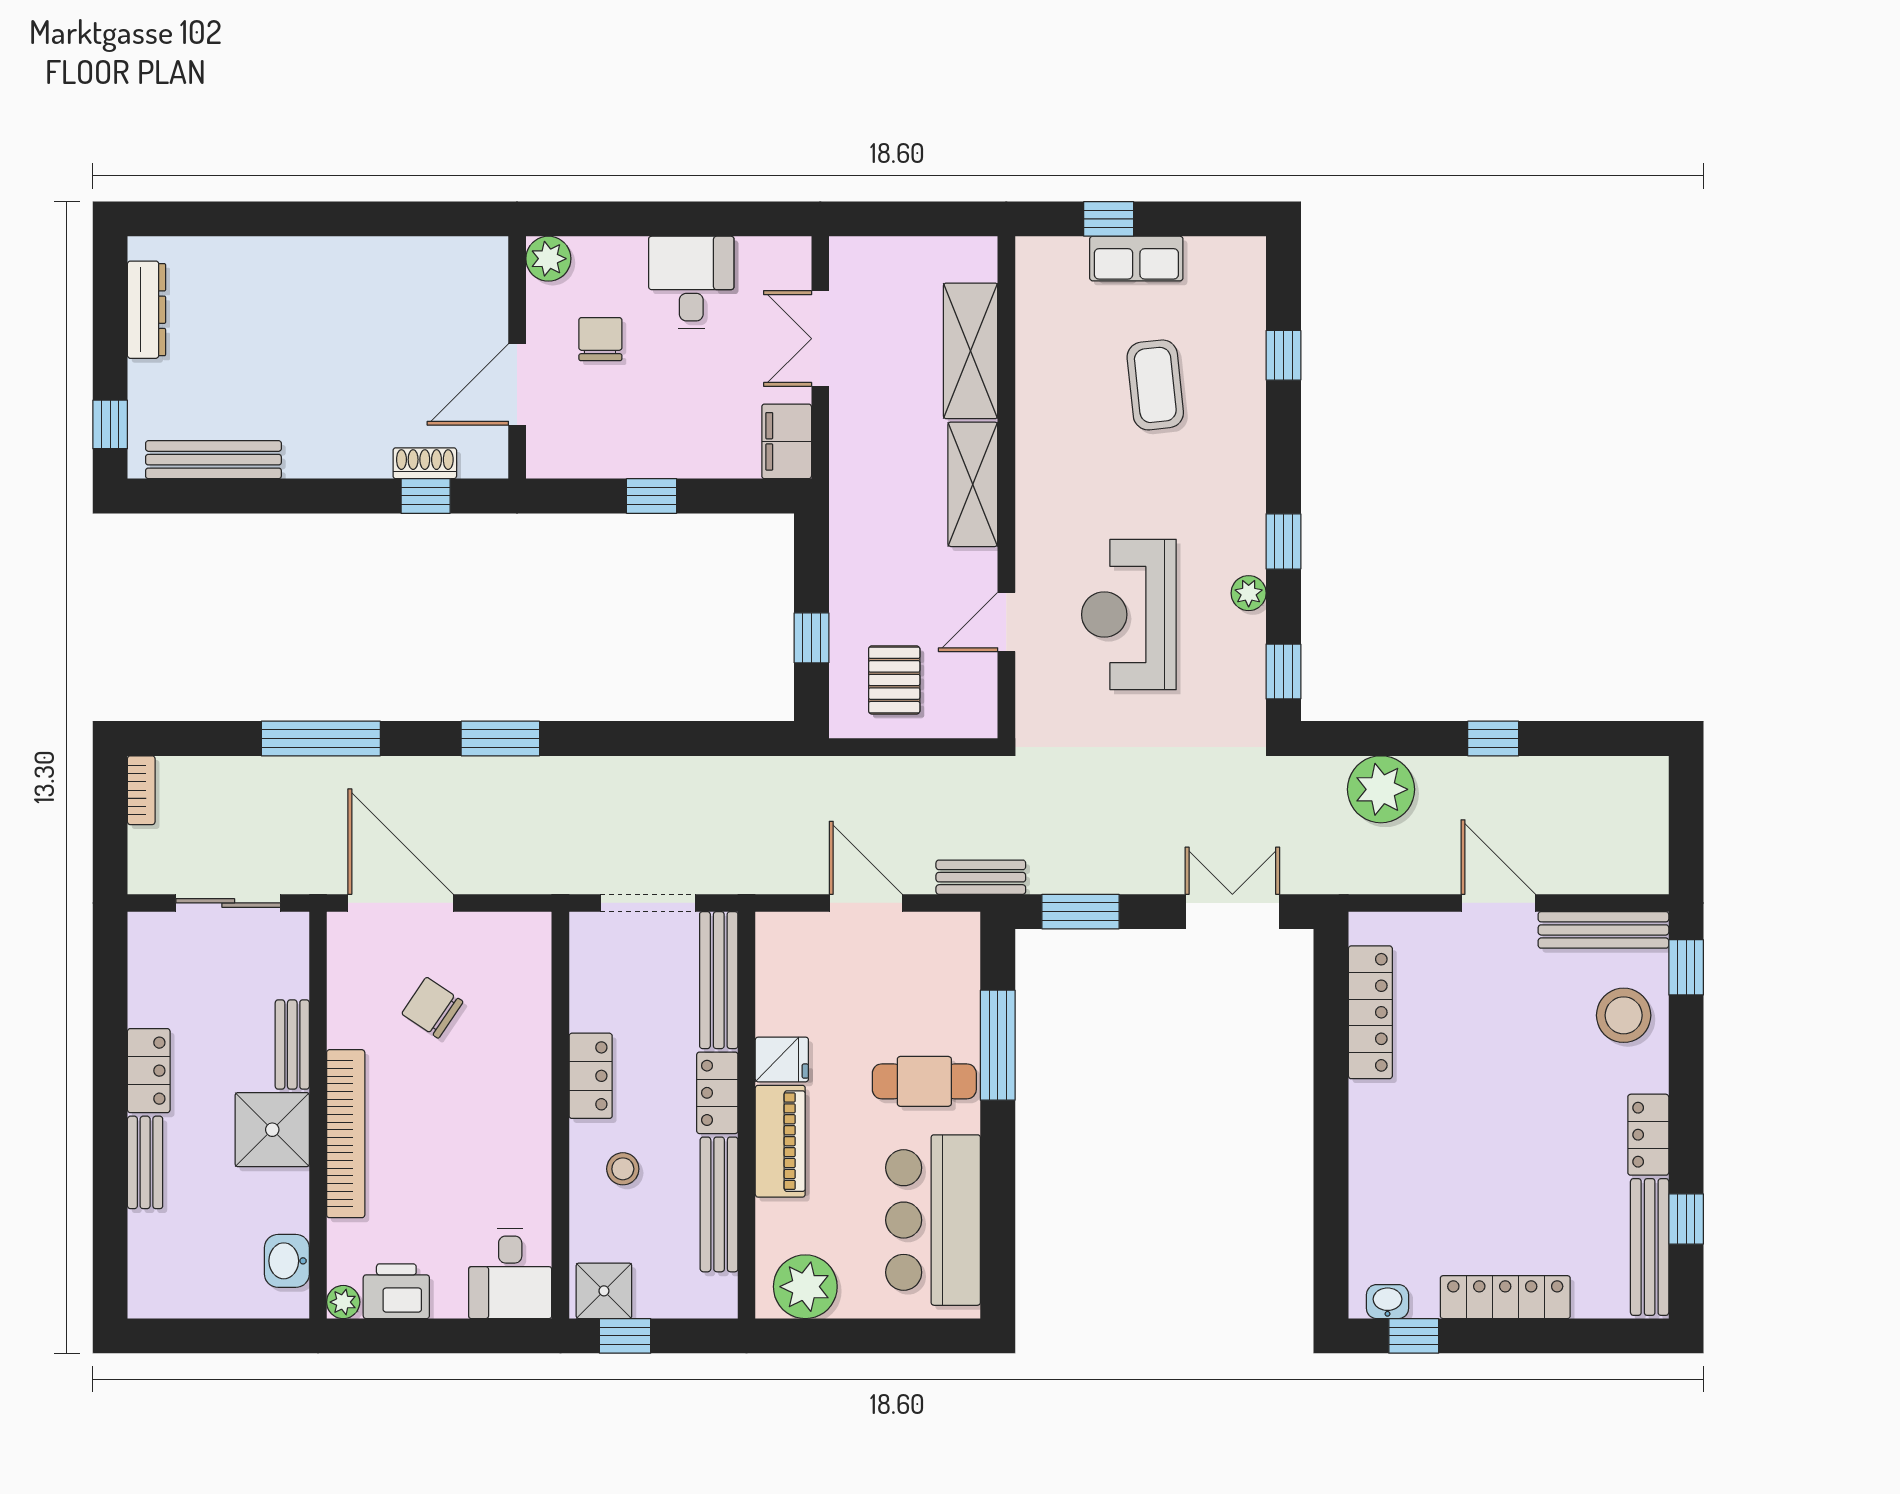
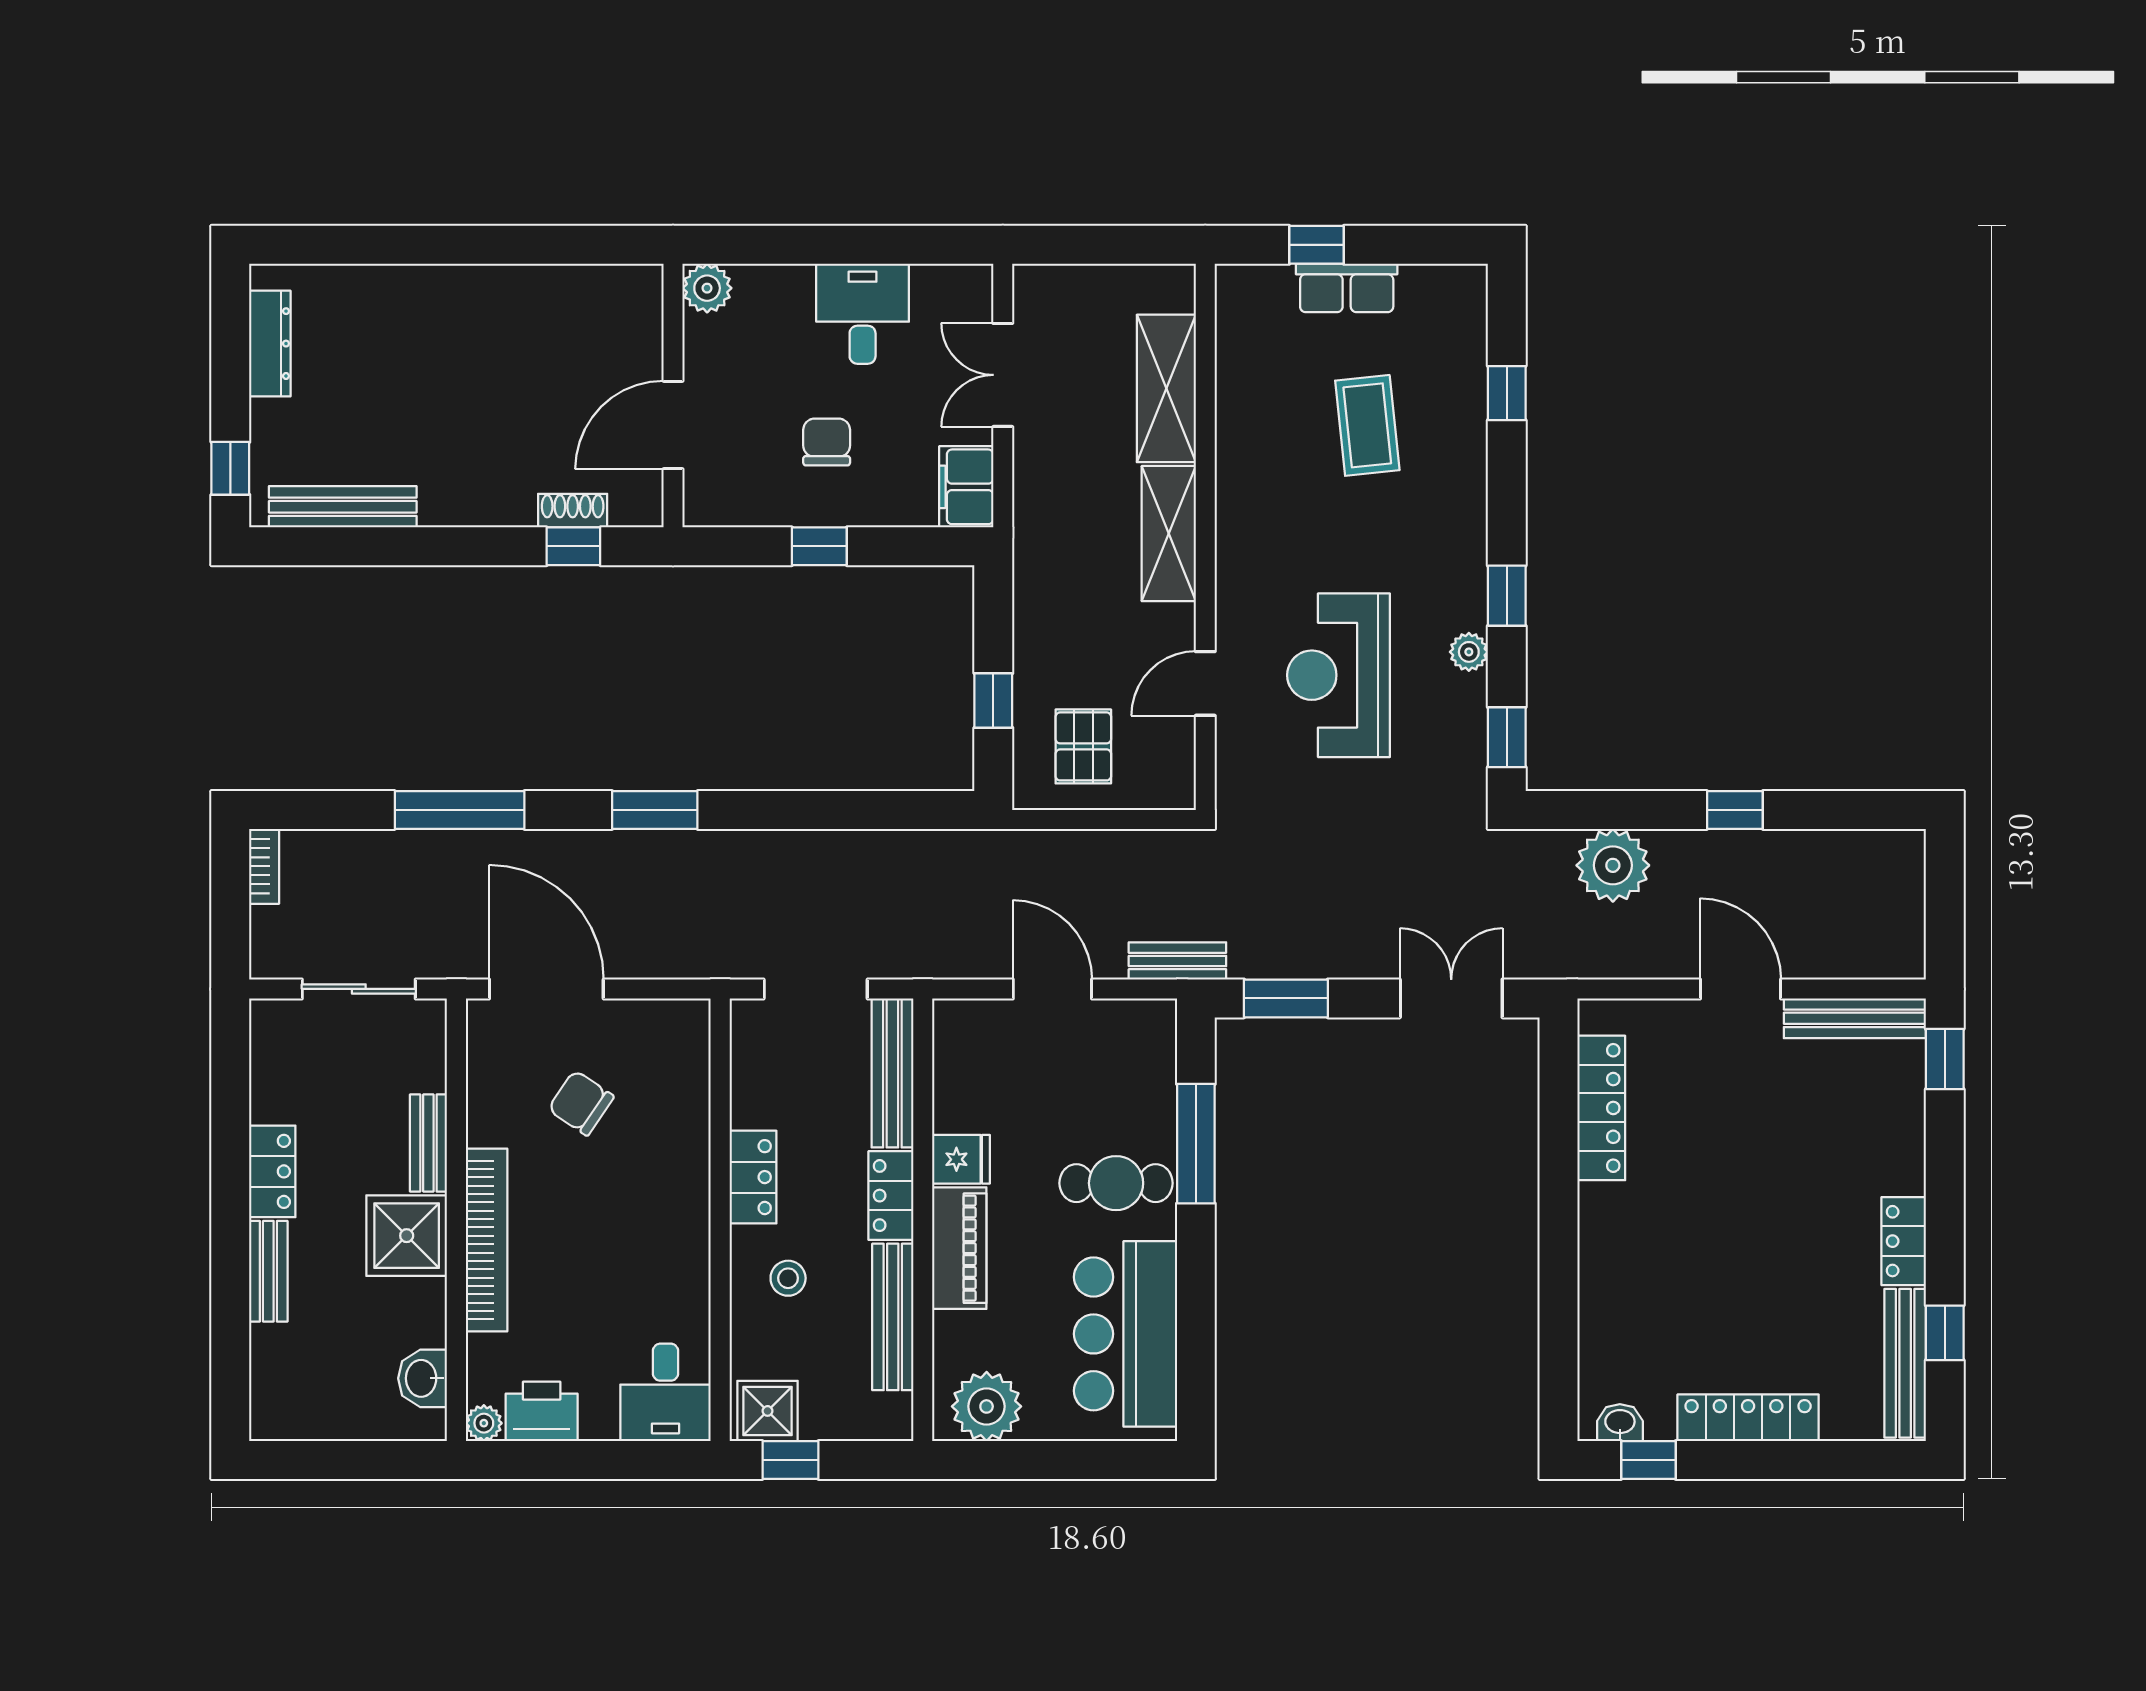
chair: (600, 339) -> (827, 442), moved
stool: (1624, 1015) -> (1877, 1111), removed

